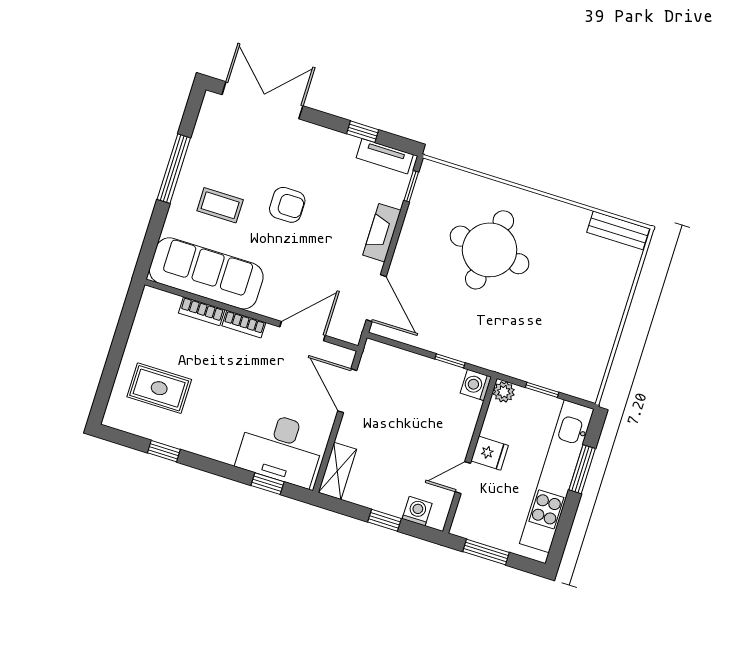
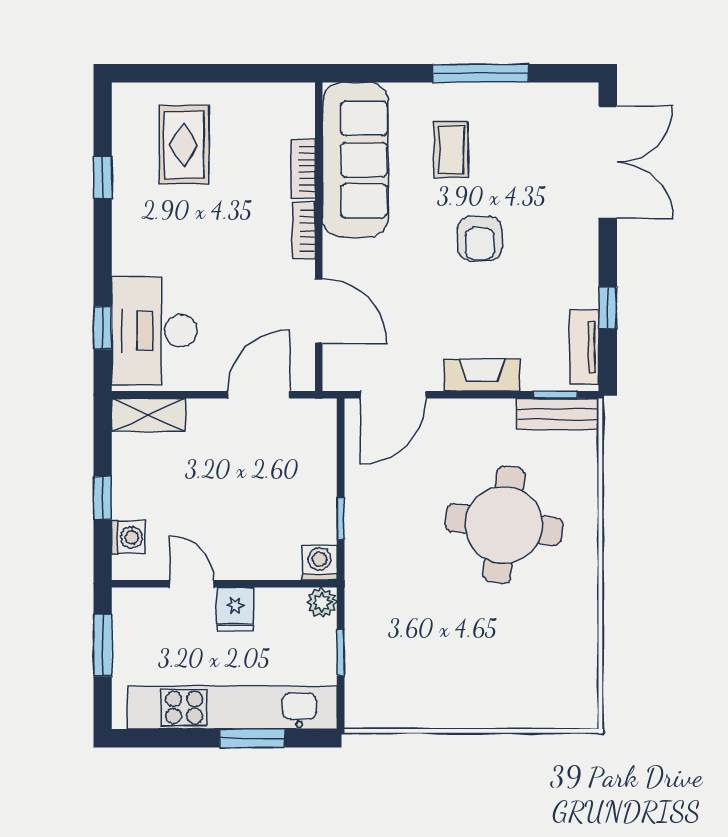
bench: (618, 230) -> (558, 414), moved, turned 90

